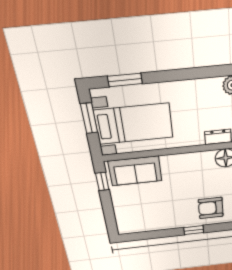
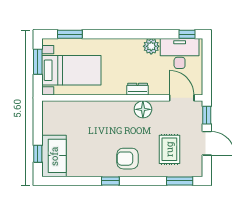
sofa: (135, 171) -> (54, 156), moved, turned -90
window: (102, 181) -> (38, 154), moved

